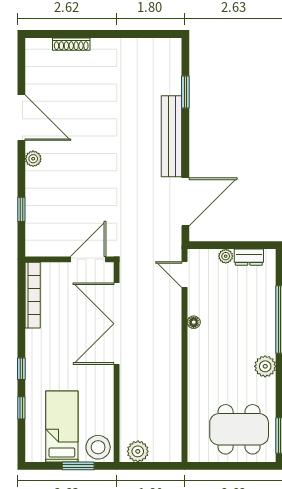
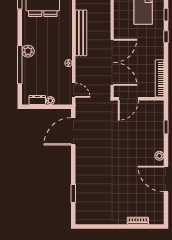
bench: (172, 136) -> (81, 33), moved
plant: (265, 366) -> (28, 51), moved

